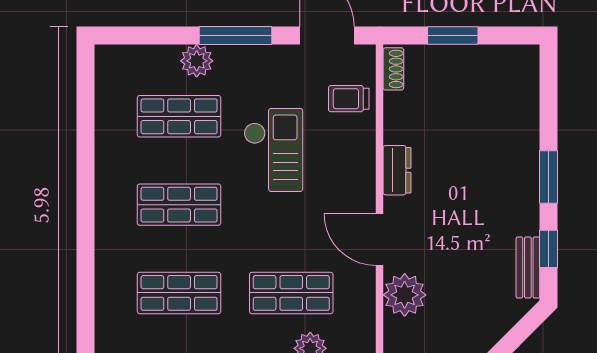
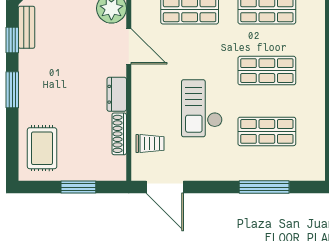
window: (236, 36) -> (264, 187), moved
plant: (197, 61) -> (255, 170), removed
shoe rack: (393, 69) -> (119, 134), moved, width x1.43
rug: (505, 92) -> (42, 148), added

